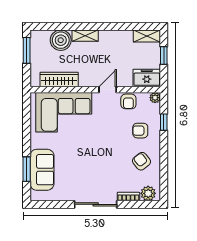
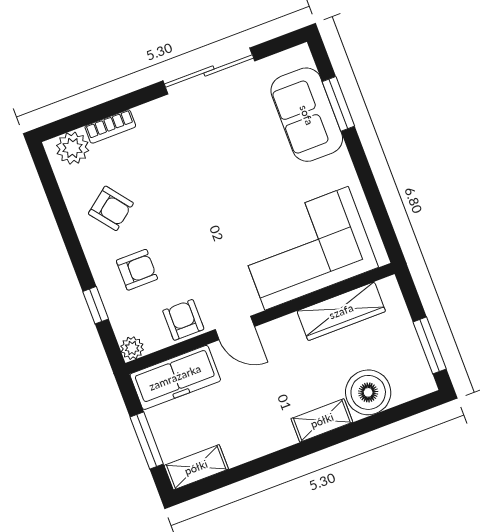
window: (164, 55) -> (147, 440), width x1.50
freezer: (147, 78) -> (175, 377), width x1.40
door: (108, 90) -> (235, 328), hinge flipped
sliding door: (96, 204) -> (209, 71), moved

